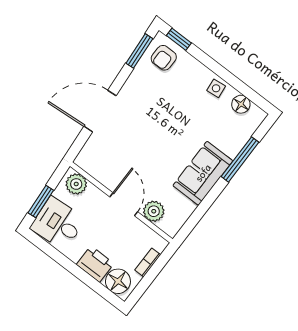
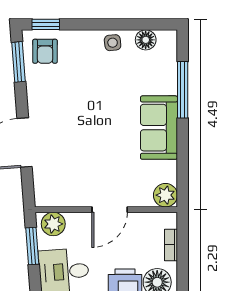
window: (41, 202) -> (32, 246), moved
door: (124, 204) -> (110, 210), swing flipped
plant: (154, 211) -> (165, 195), moved

